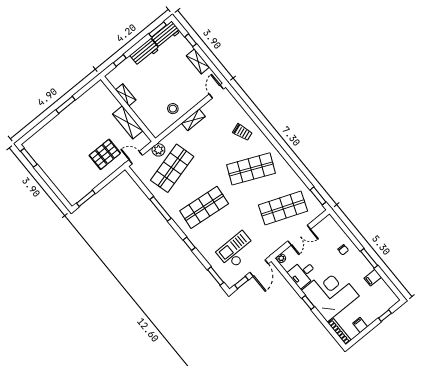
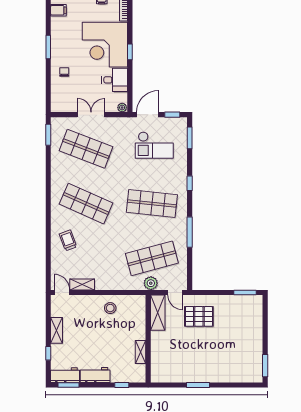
door: (216, 92) -> (62, 292), swing flipped
shelving: (193, 120) -> (82, 284), moved
shelving: (128, 122) -> (158, 313), moved
filing cabinet: (373, 278) -> (58, 10), moved

